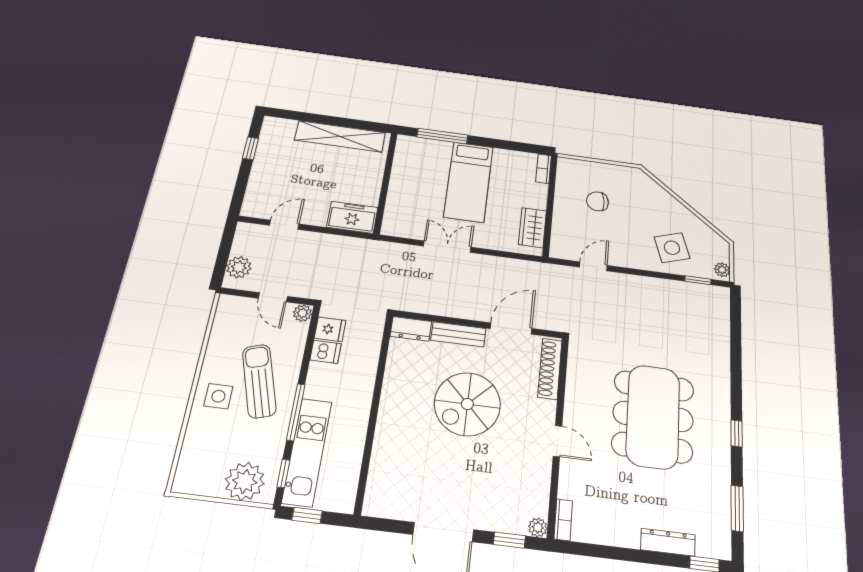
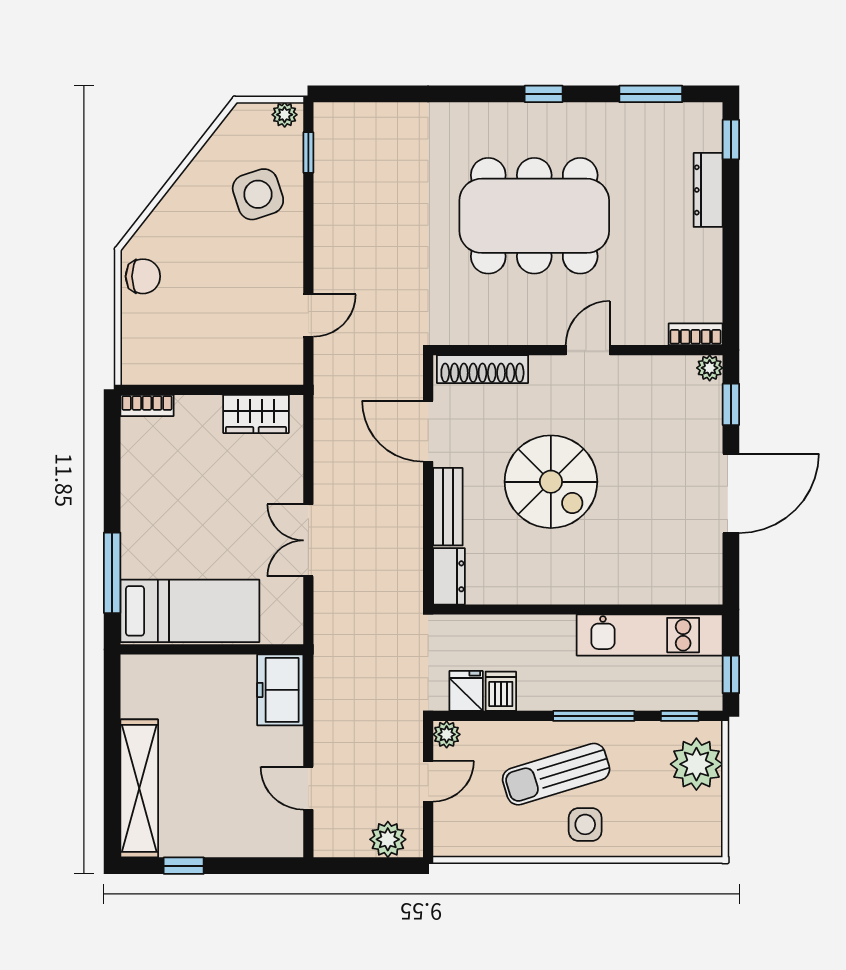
shelving: (340, 136) -> (139, 788), moved
bed: (469, 182) -> (190, 611), moved
chair: (597, 201) -> (143, 276), moved, turned -85
door: (593, 266) -> (308, 315), swing flipped
kitchen unit: (307, 452) -> (650, 635), moved, turned 180

